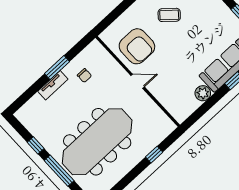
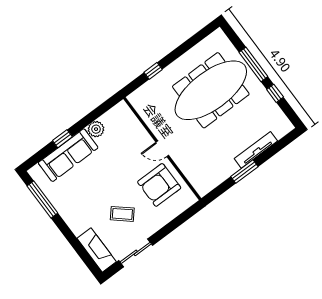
armchair: (137, 46) -> (159, 185), turned -90
chair: (84, 75) -> (217, 160), removed
tv unit: (53, 85) -> (256, 150), width x1.41

